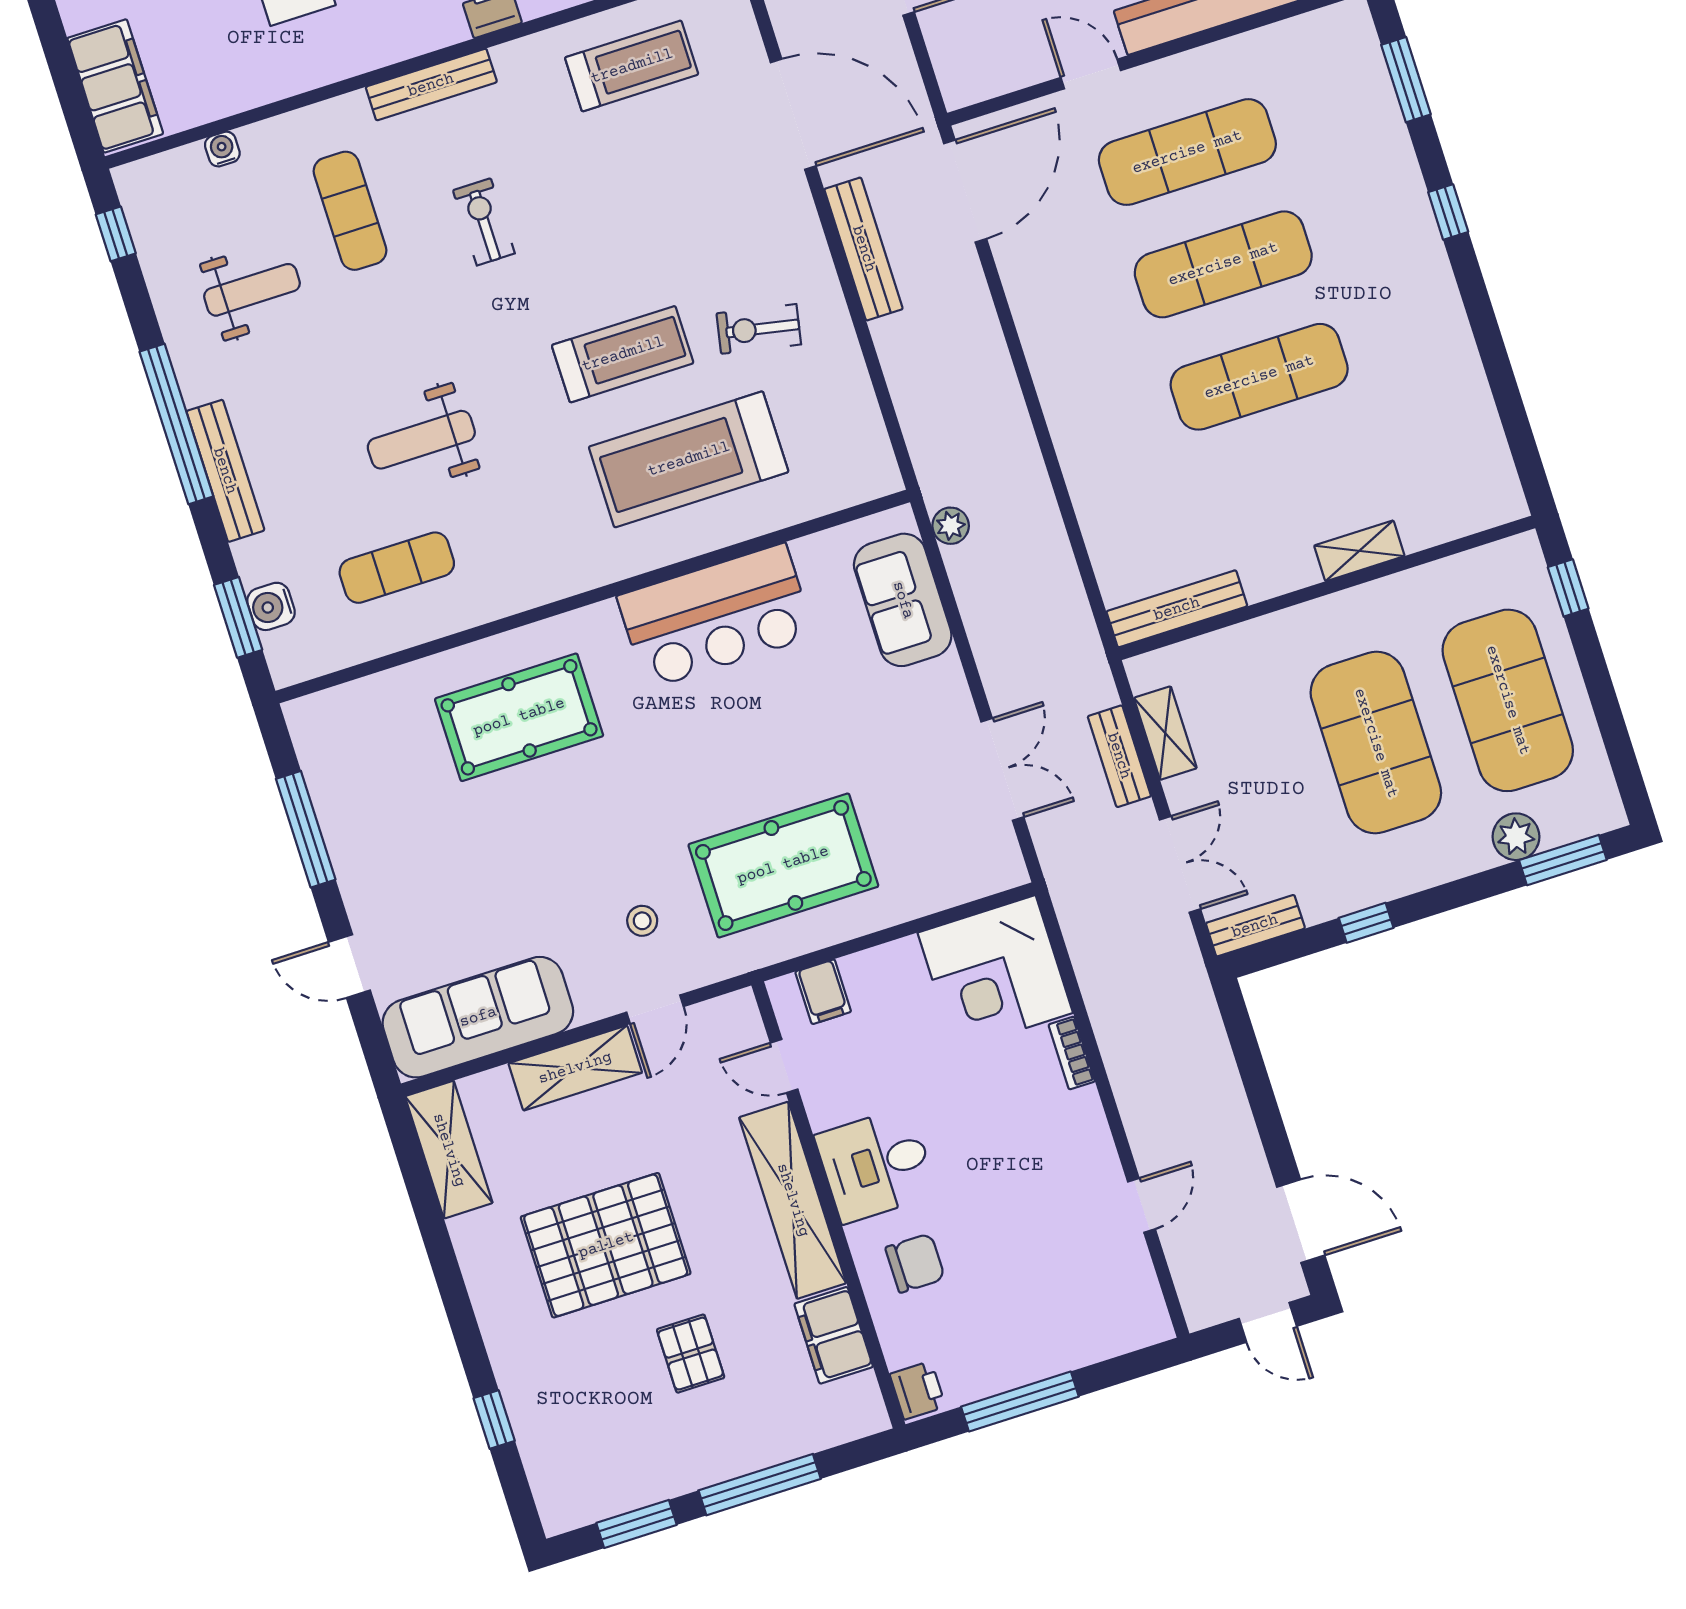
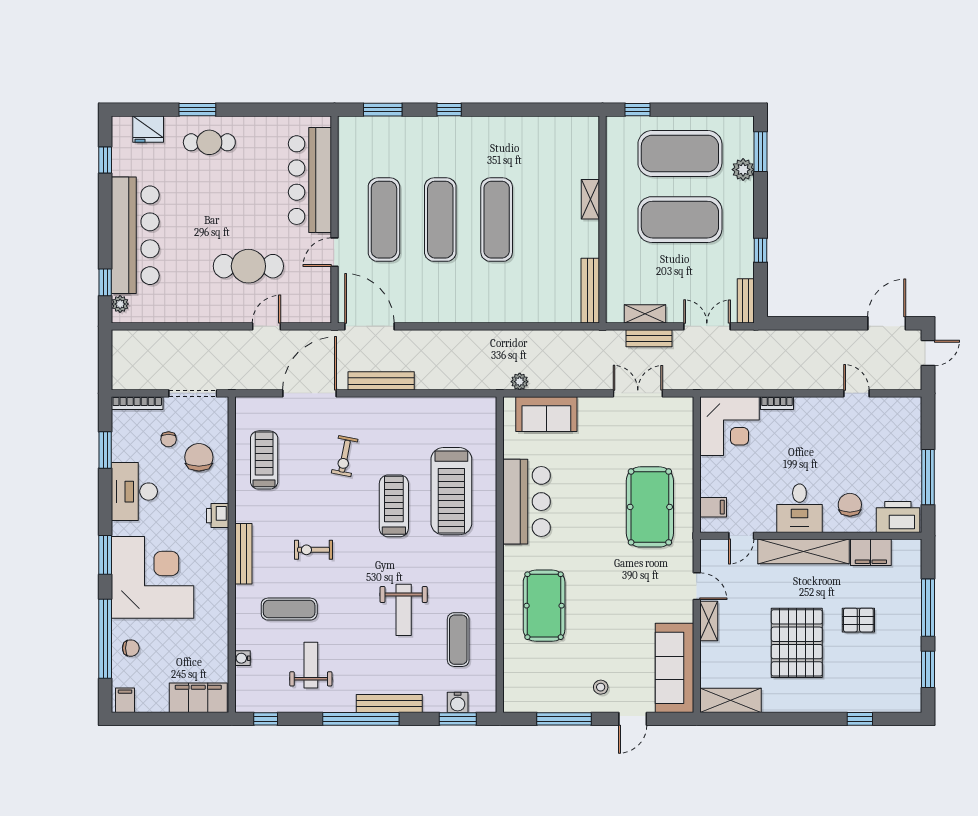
exercise bike: (759, 329) -> (345, 456), moved
stool: (642, 921) -> (601, 687), moved
shelving: (575, 1068) -> (709, 621), width x0.67, depth x0.75
printer: (918, 1390) -> (898, 517), width x1.87, depth x1.48

